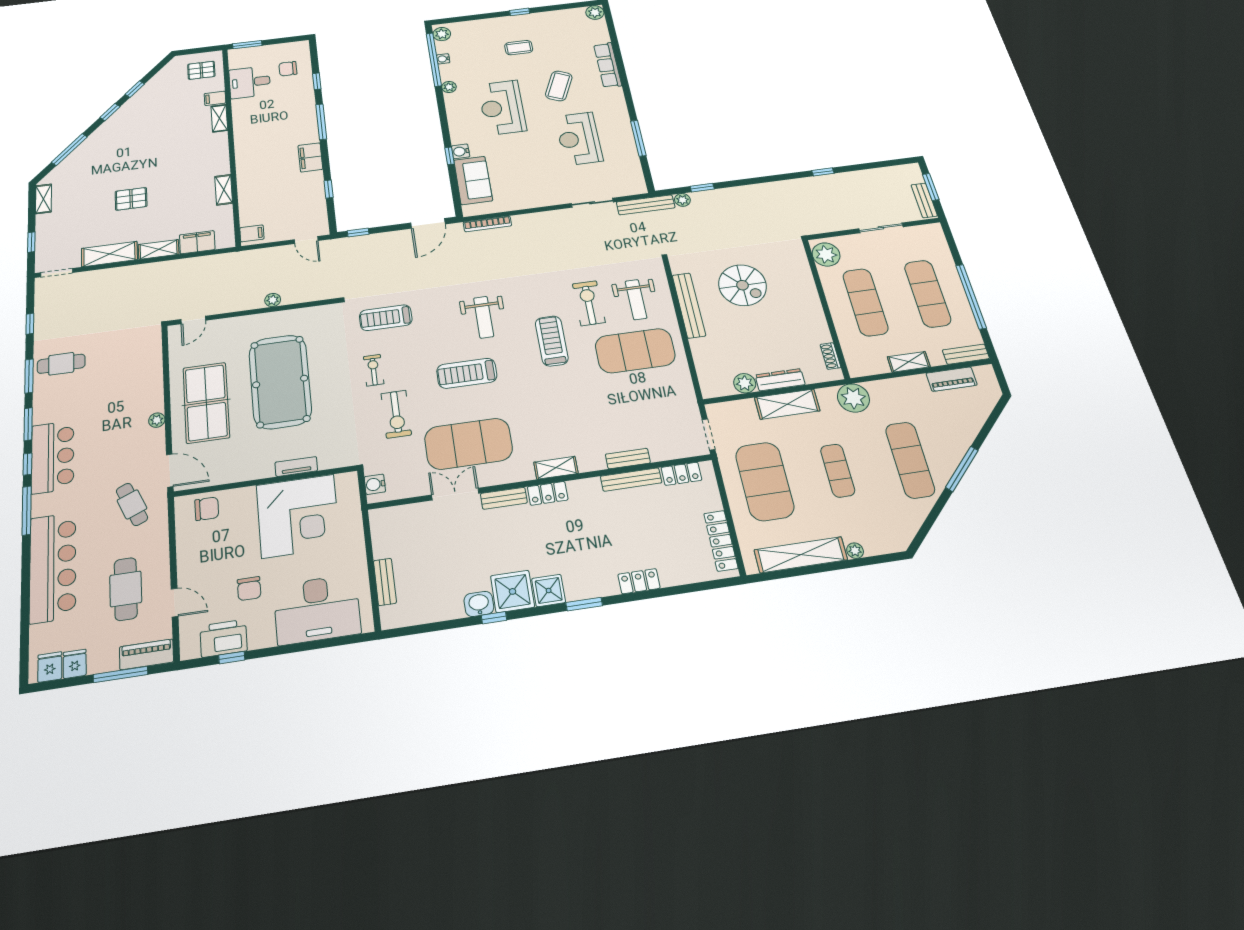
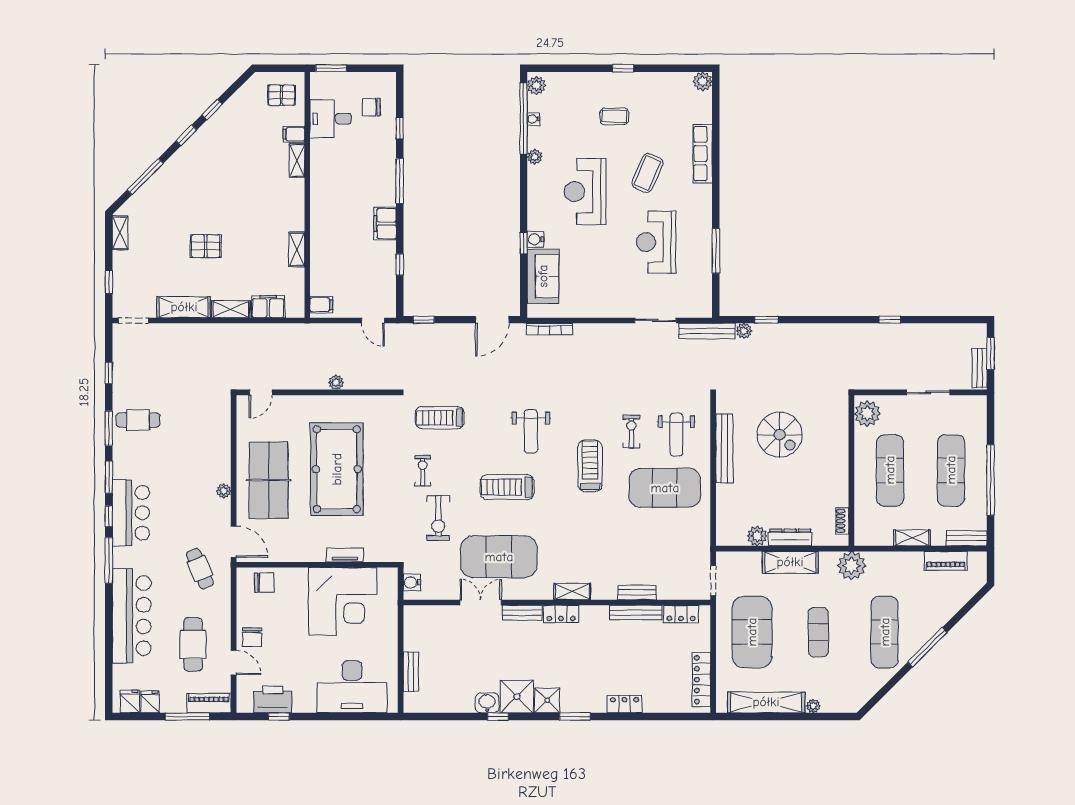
exercise bike: (589, 303) -> (631, 431), width x0.73, depth x0.72
chair: (249, 589) -> (252, 637), moved

